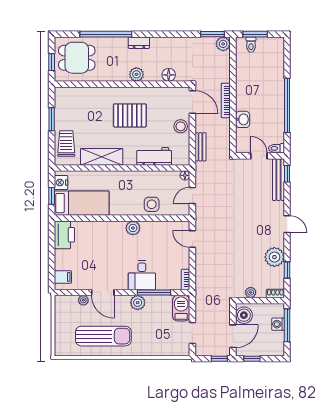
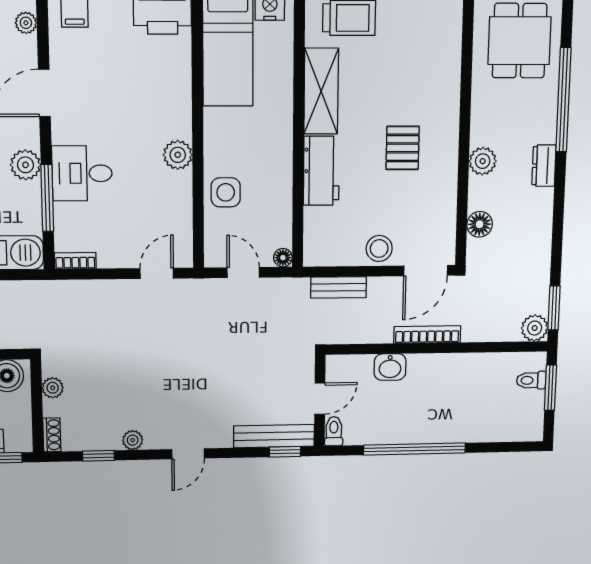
pallet: (130, 115) -> (403, 148), width x0.67, depth x0.71
workbench: (154, 156) -> (321, 171), moved
plant: (274, 257) -> (133, 440), width x0.53, depth x0.53
plant: (83, 300) -> (26, 23), moved

